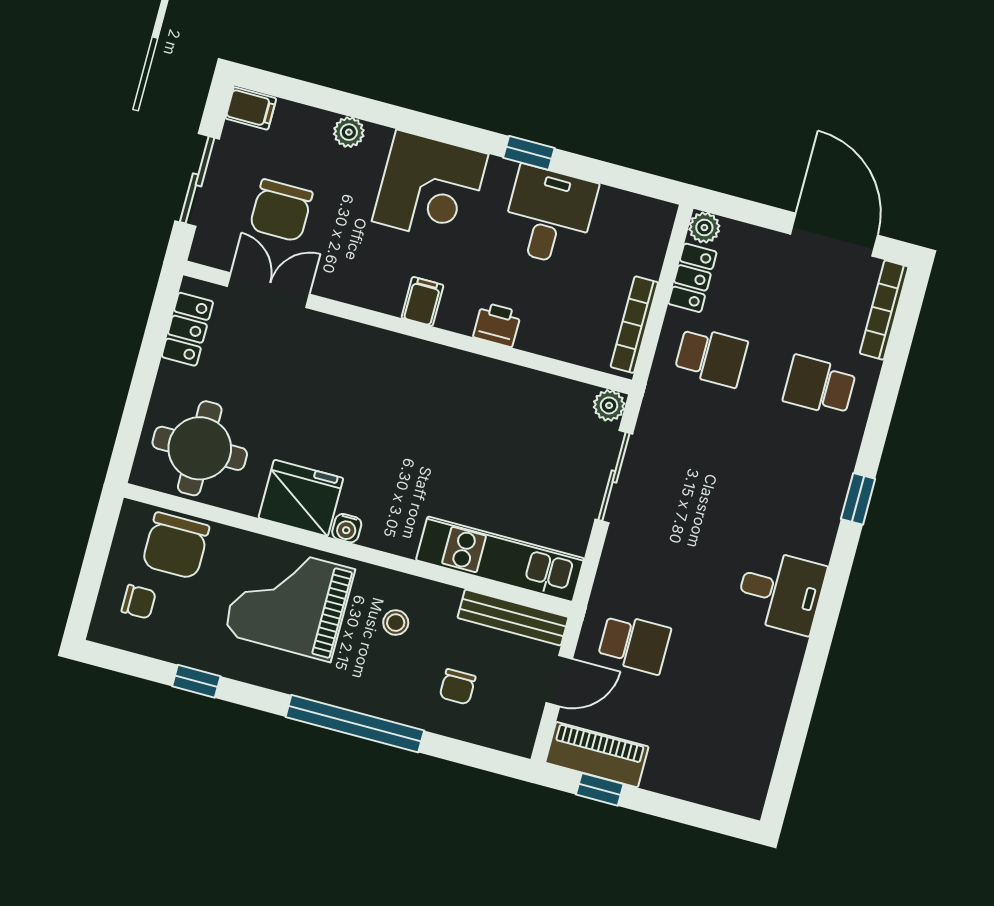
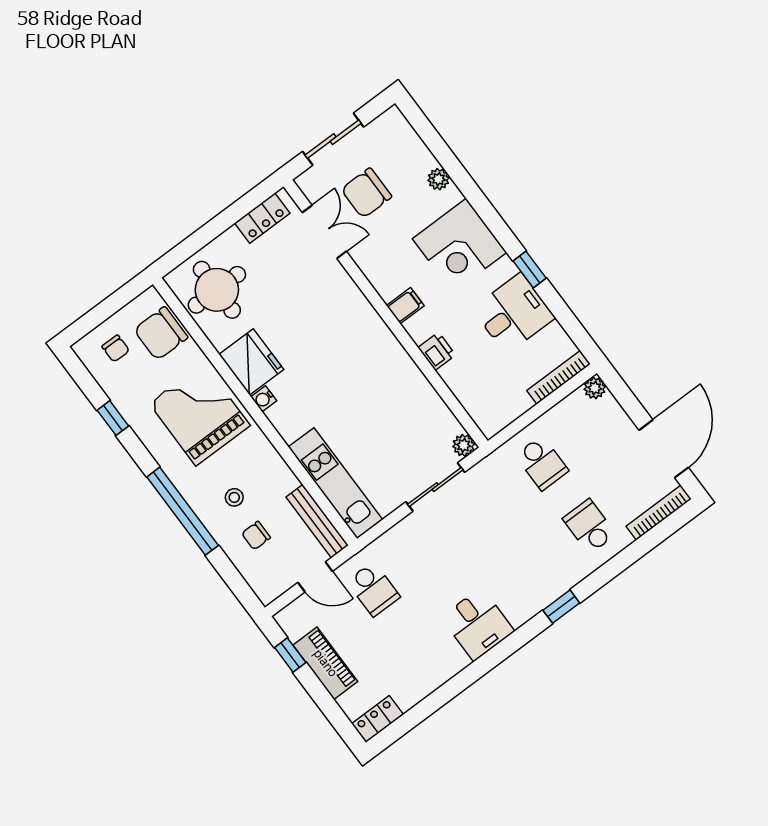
filing cabinet: (251, 108) -> (394, 123), removed
locker: (692, 278) -> (378, 719), moved, turned 180
bookcase: (634, 325) -> (559, 377), moved
stool: (396, 623) -> (234, 497), moved
piano: (597, 755) -> (325, 663), moved

